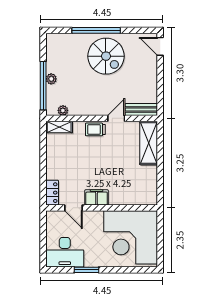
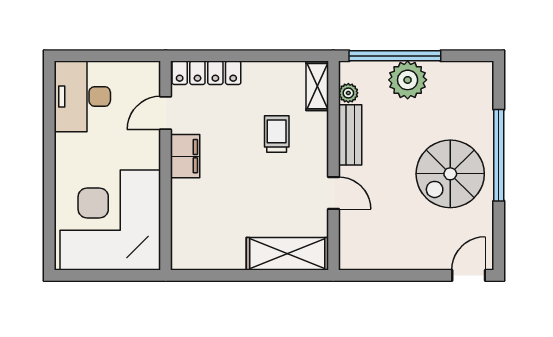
plant: (51, 79) -> (408, 80), width x1.87, depth x1.87
bench: (141, 109) -> (350, 135), moved
trolley: (95, 129) -> (277, 134), moved
locker: (52, 193) -> (206, 73), width x1.53
window: (87, 270) -> (49, 137), removed

